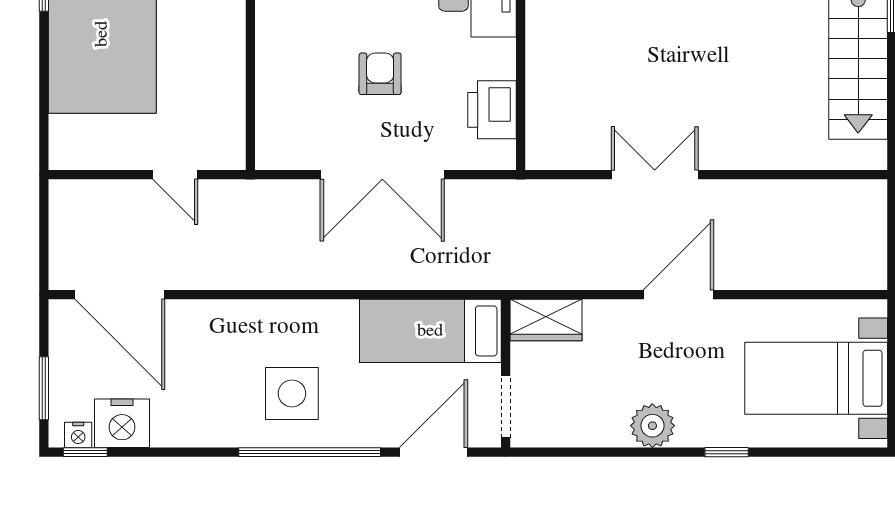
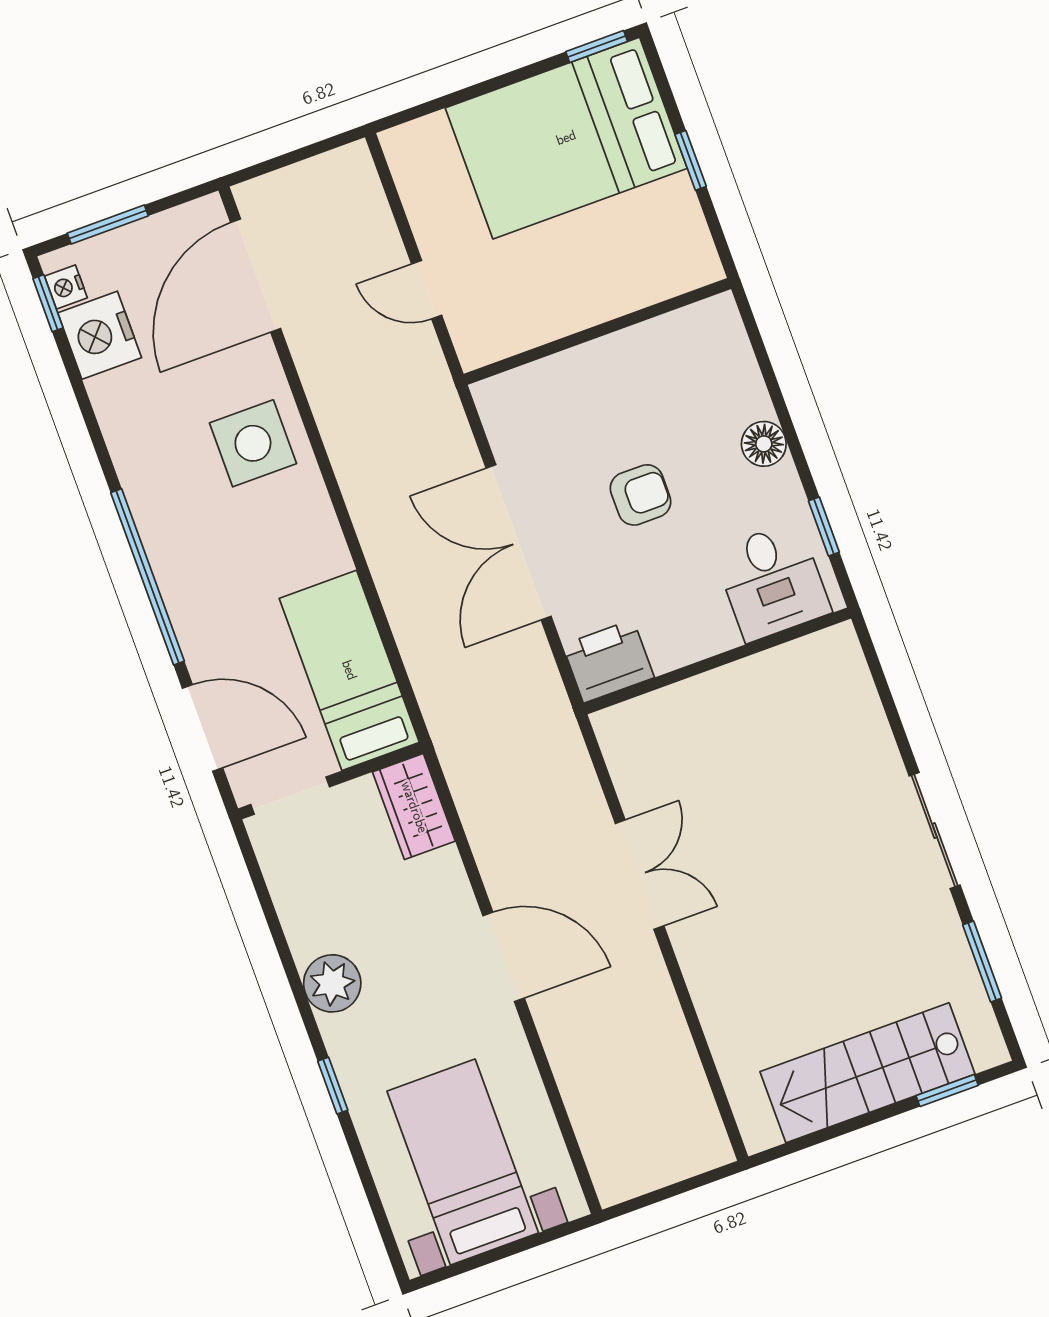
printer: (492, 110) -> (608, 661), moved
door: (175, 175) -> (427, 290), hinge flipped
side table: (292, 393) -> (253, 443), moved

